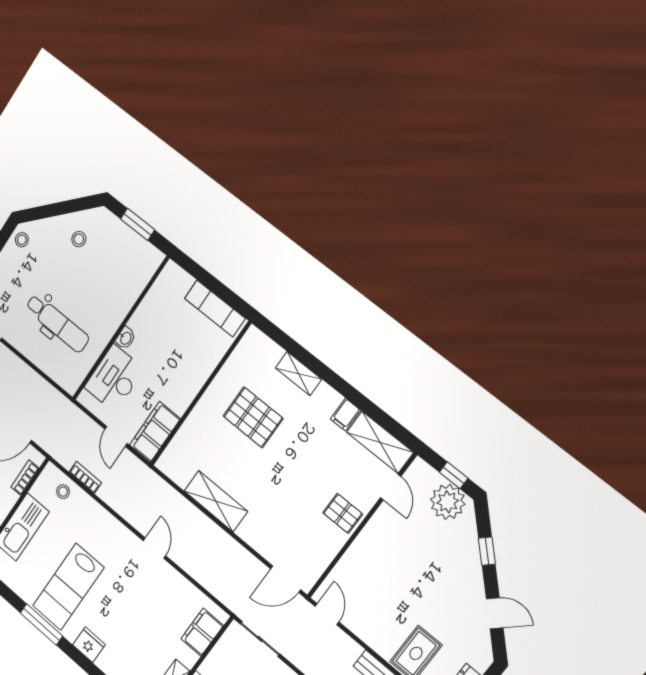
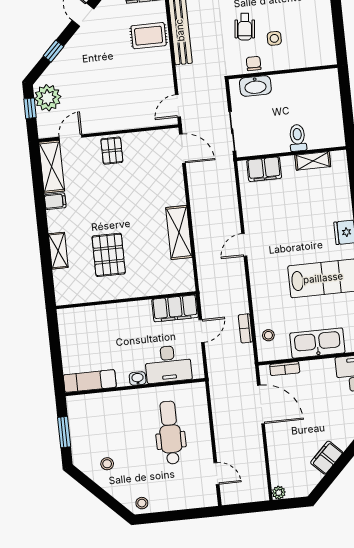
exam couch: (215, 308) -> (90, 381), moved, turned -90

